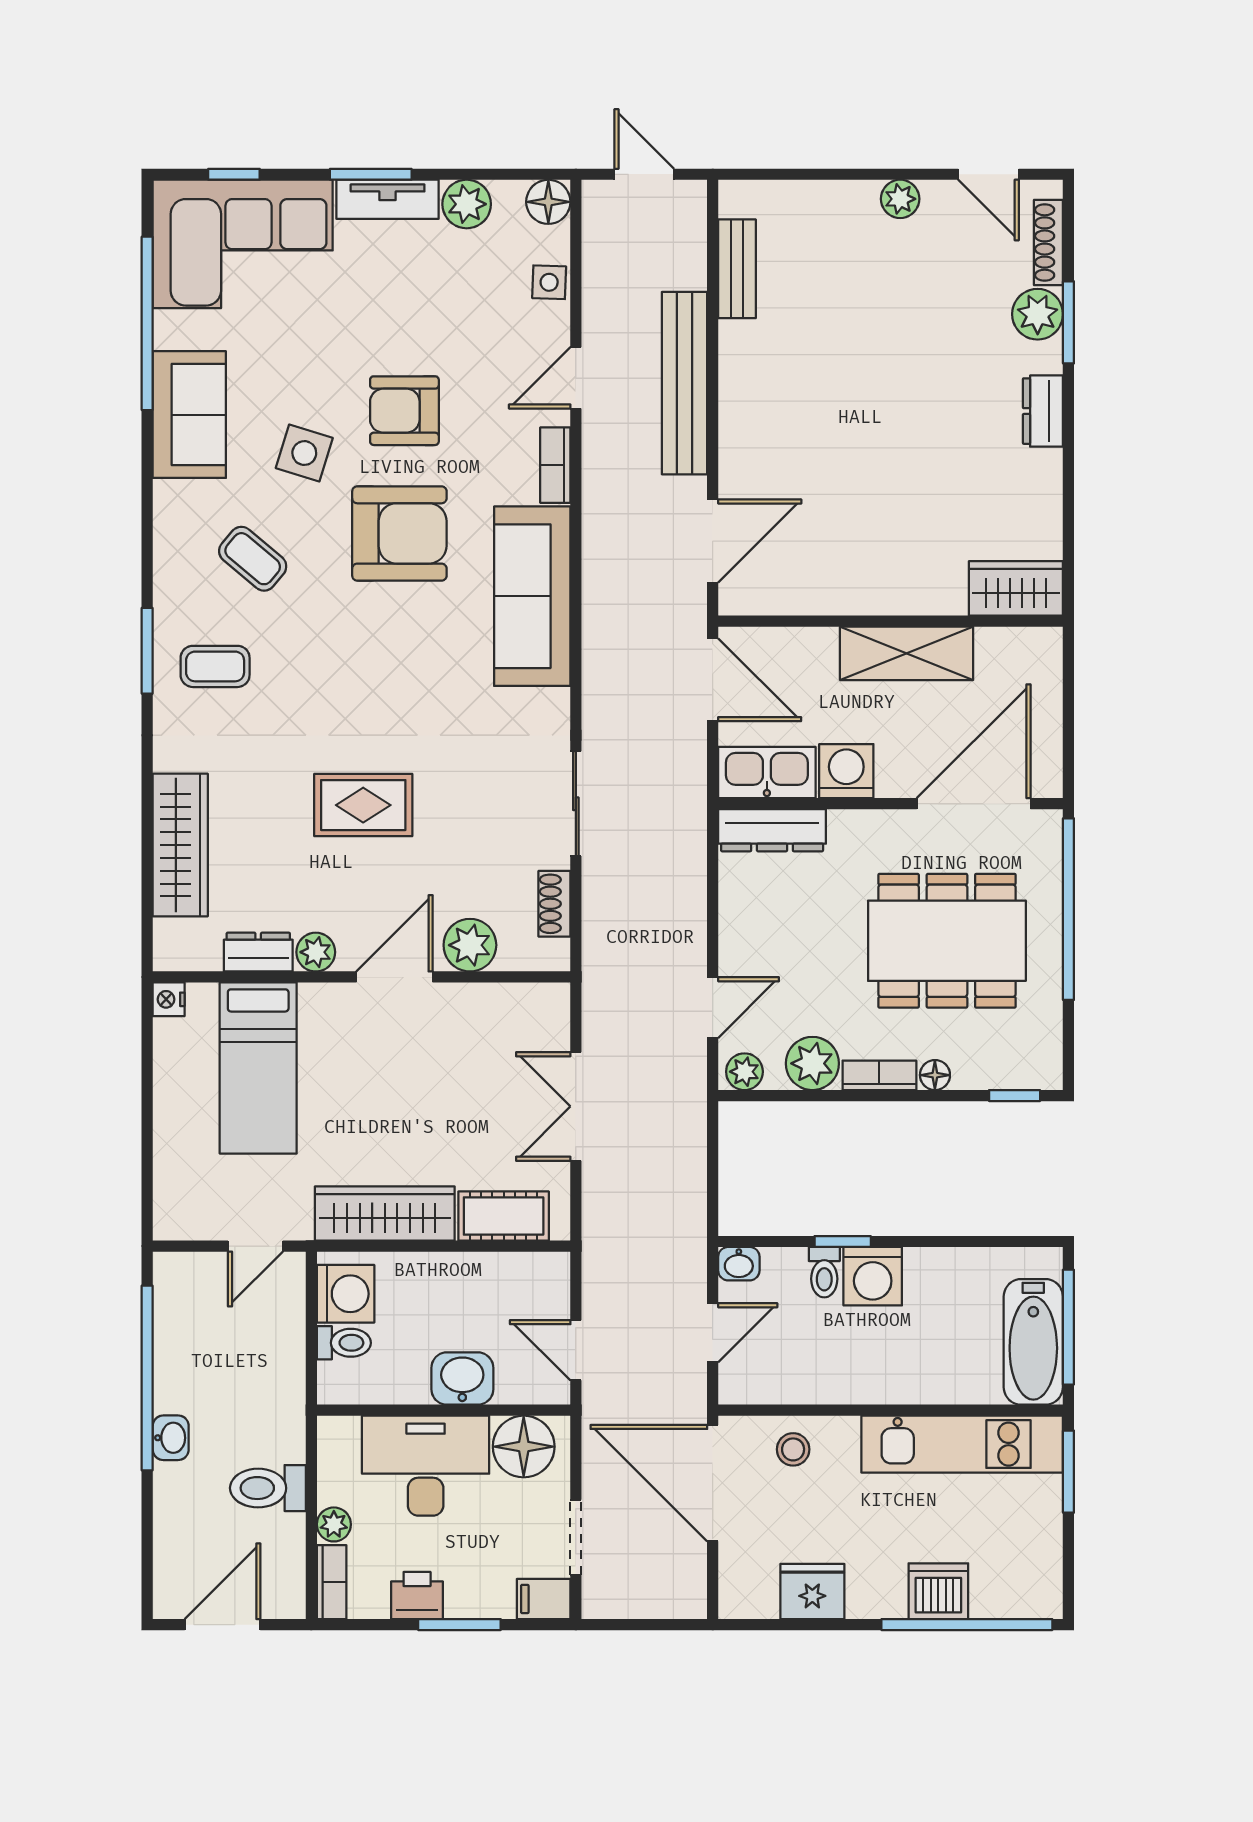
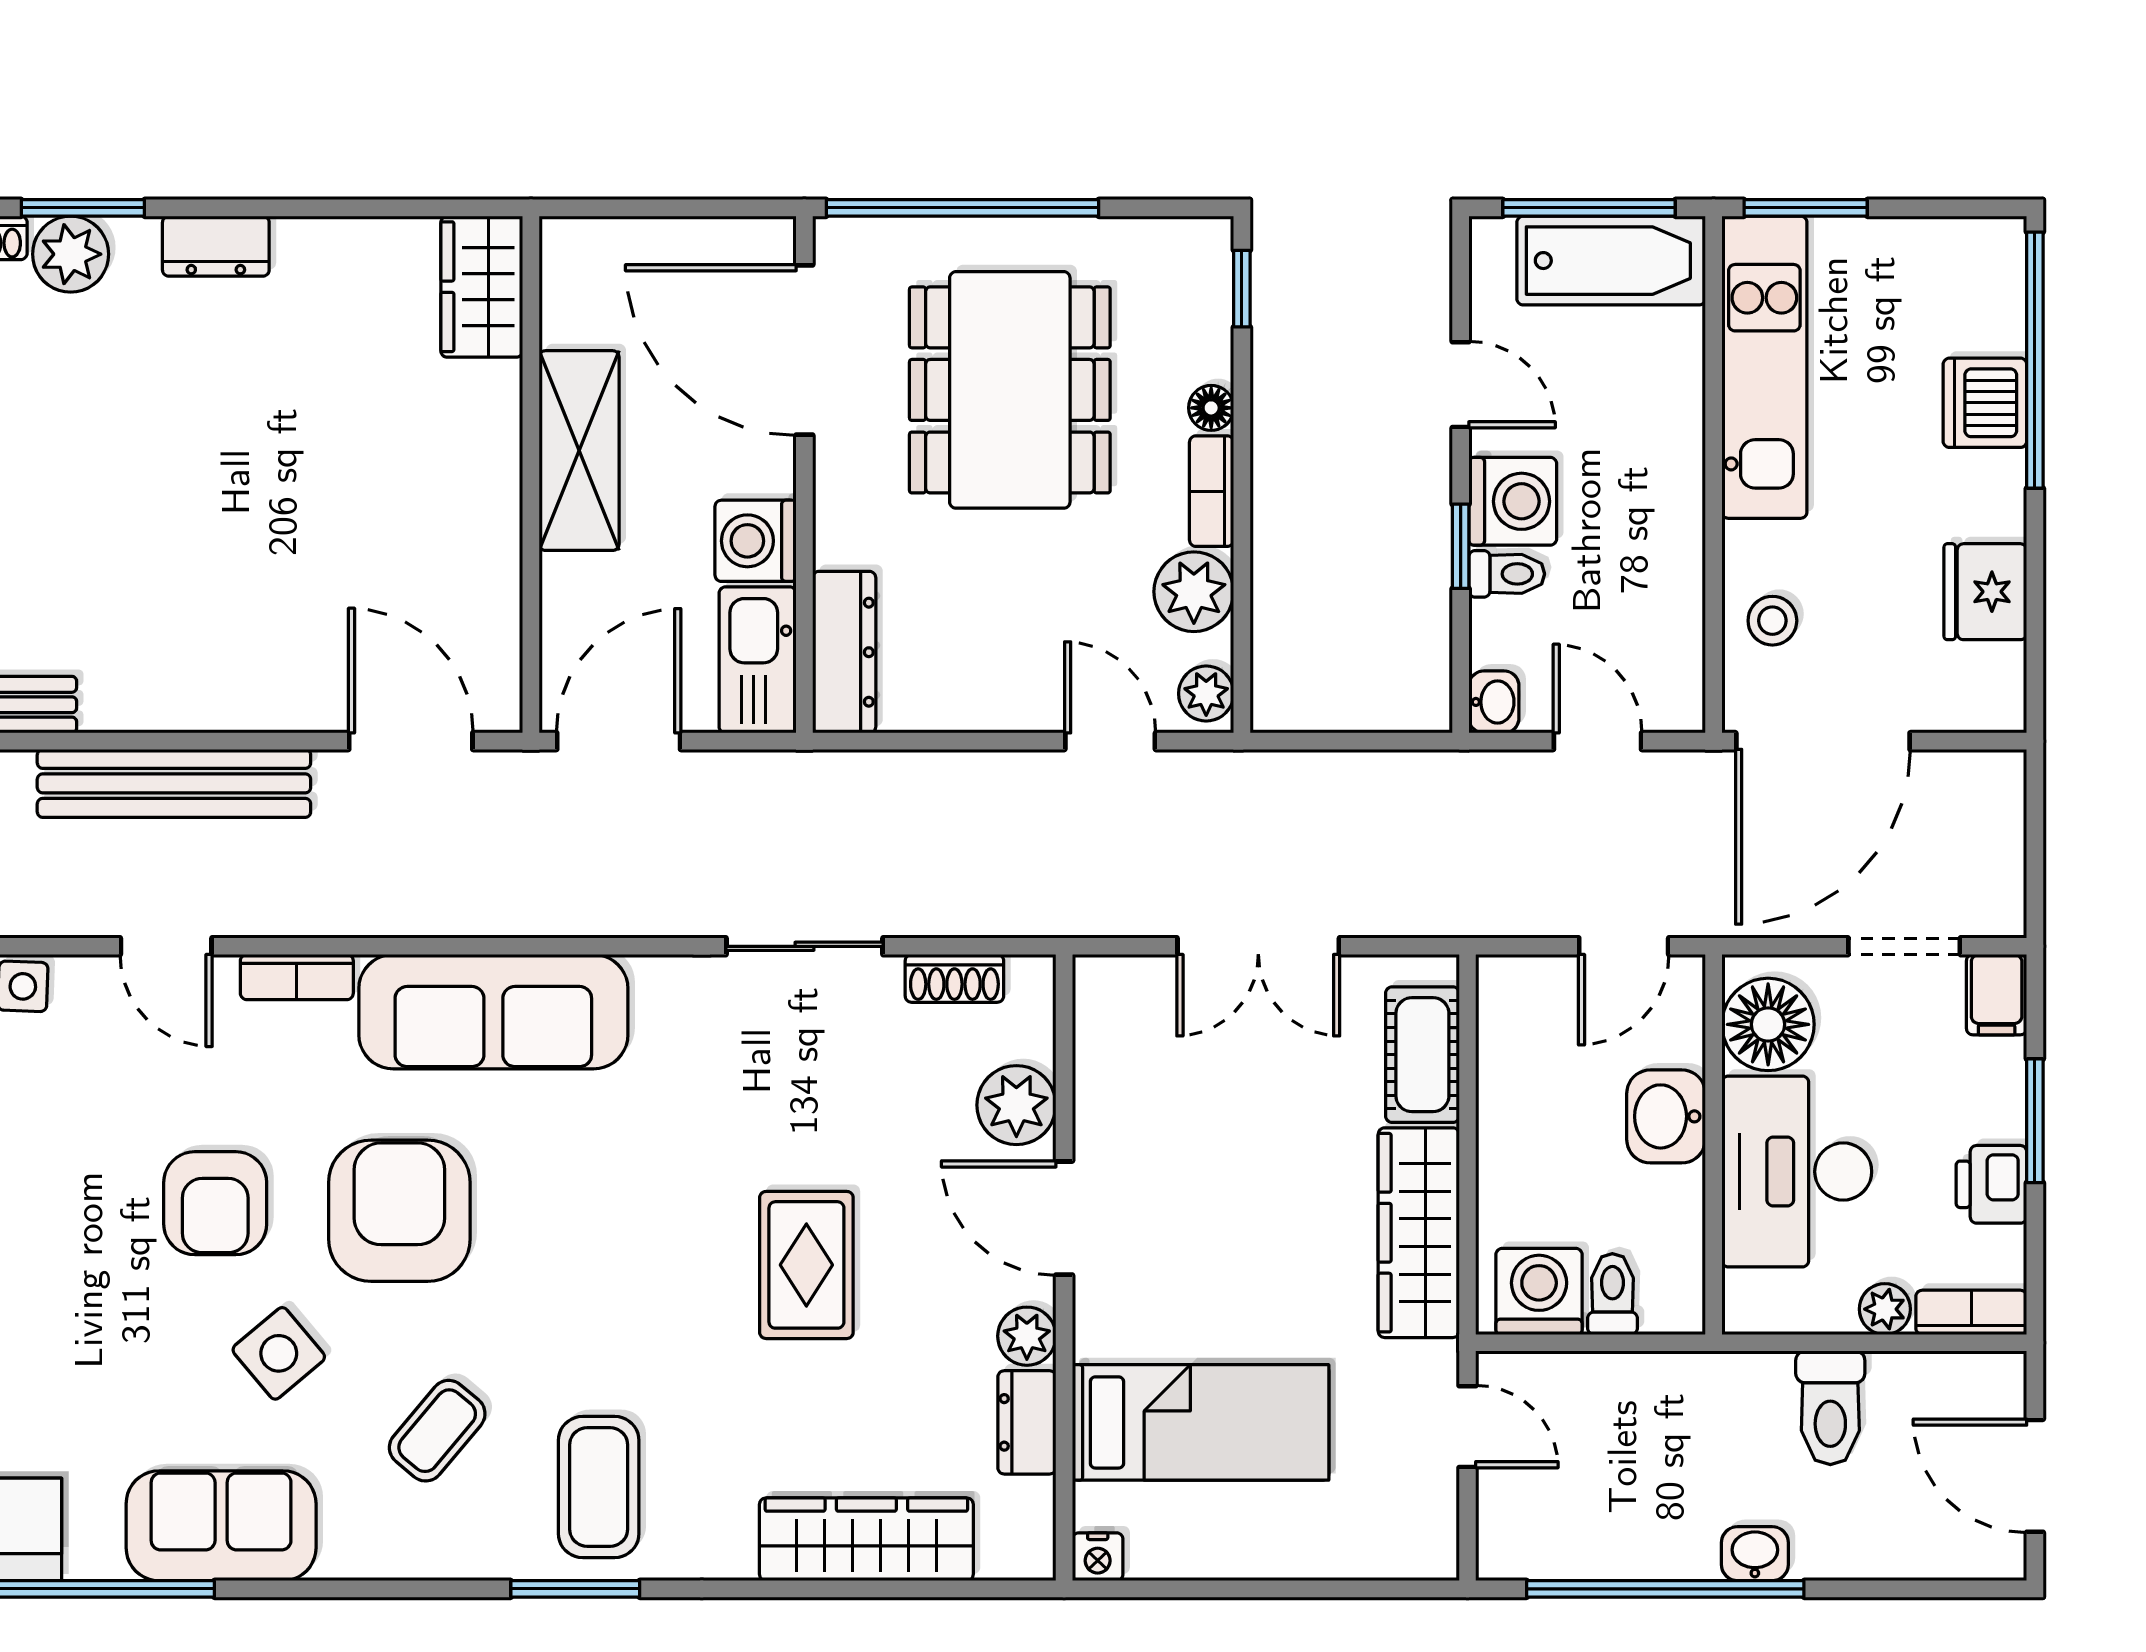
side table: (304, 453) -> (279, 1353), turned 33
coffee table: (215, 666) -> (599, 1487), width x1.36, depth x1.30
door: (951, 1241) -> (1461, 385), added

